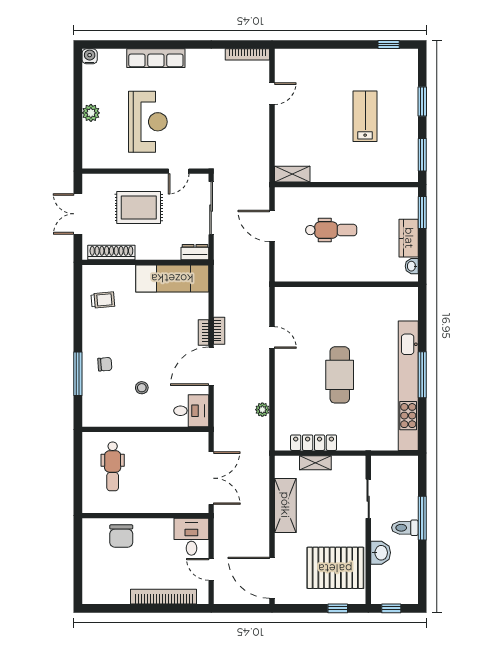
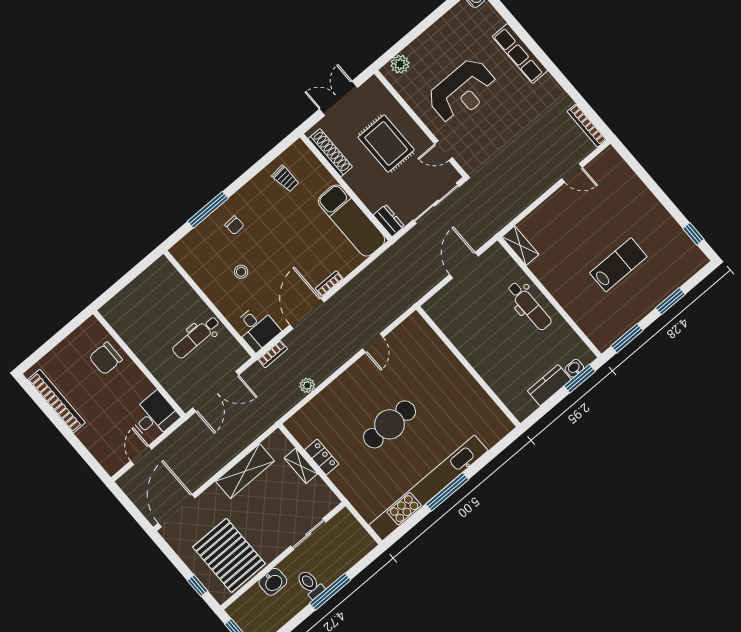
plant: (91, 113) -> (400, 64), moved
dental chair: (331, 230) -> (529, 306), moved
washbasin: (412, 266) -> (574, 368), moved
bookcase: (219, 331) -> (273, 354), moved
door: (211, 366) -> (307, 313), hinge flipped
locker: (314, 443) -> (322, 457), width x0.66
dental chair: (113, 466) -> (196, 337), moved
bookcase: (164, 597) -> (56, 401), moved

